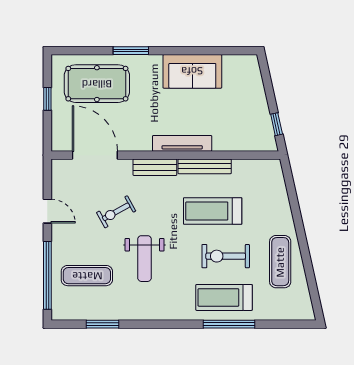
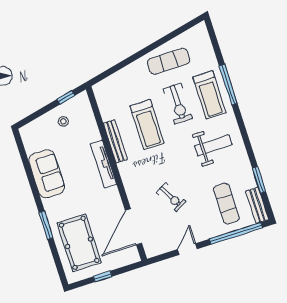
stool: (249, 112) -> (63, 121), added
bench: (155, 167) -> (257, 205), moved
weight bench: (145, 259) -> (213, 145), moved

